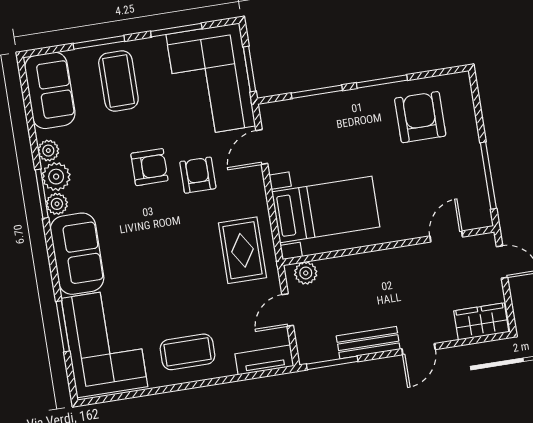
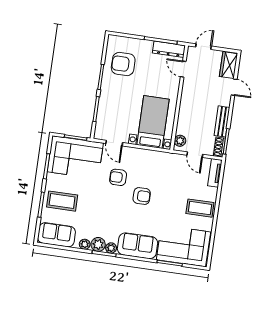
armchair: (149, 167) -> (142, 196), moved, turned 90
dresser: (476, 197) -> (169, 49), added
rug: (242, 250) -> (160, 167), removed
door: (419, 349) -> (234, 87), moved
coffee table: (188, 352) -> (200, 208), turned 90
shoe rack: (317, 353) -> (219, 147), added

